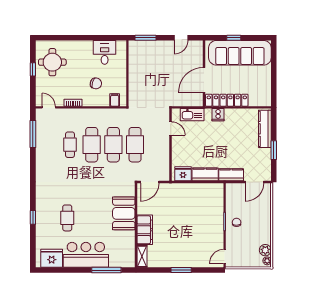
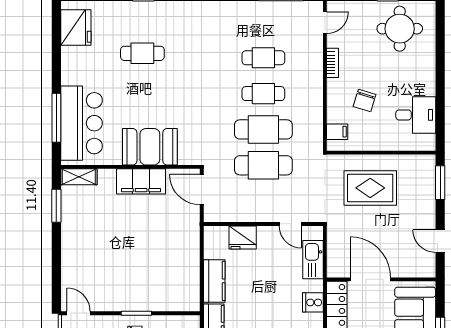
rug: (149, 80) -> (370, 188), added
door: (171, 128) -> (290, 224), hinge flipped
cafe table: (92, 145) -> (263, 94), width x0.73, depth x0.74
fridge: (183, 174) -> (243, 237), moved, turned 90
filing cabinet: (145, 230) -> (141, 181), moved
bar counter: (86, 255) -> (81, 123), moved
window: (181, 270) -> (56, 206), moved

